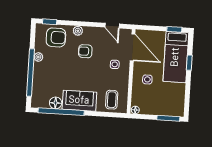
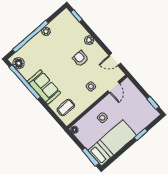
door: (112, 26) -> (115, 59), hinge flipped
armchair: (56, 37) -> (70, 30), removed
door: (133, 47) -> (114, 87), width x0.53
bed: (176, 57) -> (112, 143), moved, turned 180
floor lamp: (56, 103) -> (19, 63), moved

